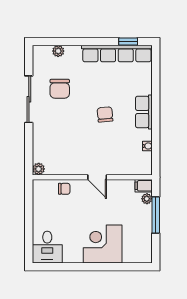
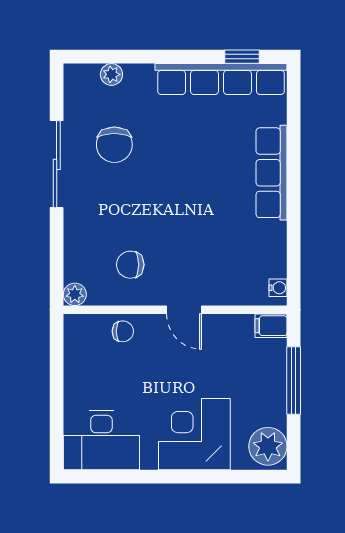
row of seats: (144, 112) -> (272, 173), width x1.48
chair: (105, 114) -> (130, 265), moved, turned -85
water cooler: (147, 146) -> (278, 288), moved
plant: (147, 199) -> (268, 446), moved, width x1.88, depth x1.88
desk: (47, 247) -> (101, 440), width x1.37

